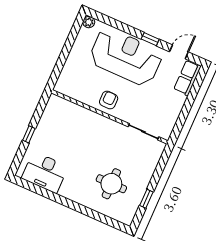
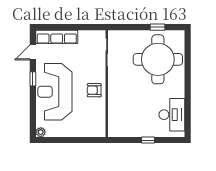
door: (179, 52) -> (33, 52), hinge flipped
row of seats: (187, 78) -> (57, 37), width x1.48
round table: (111, 184) -> (158, 59), width x1.86, depth x1.86

